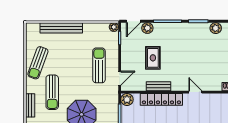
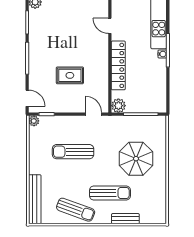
bench: (61, 28) -> (35, 199), moved
plant: (147, 28) -> (35, 82), removed
sun lounger: (99, 65) -> (73, 152), moved
bench: (158, 86) -> (103, 69), removed
door: (195, 92) -> (110, 26), hinge flipped

